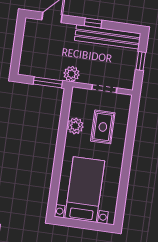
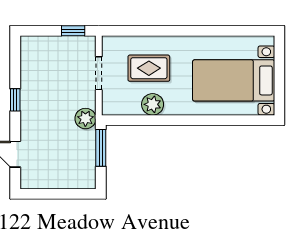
bench: (108, 37) -> (31, 78), removed
window: (141, 61) -> (73, 31), moved

